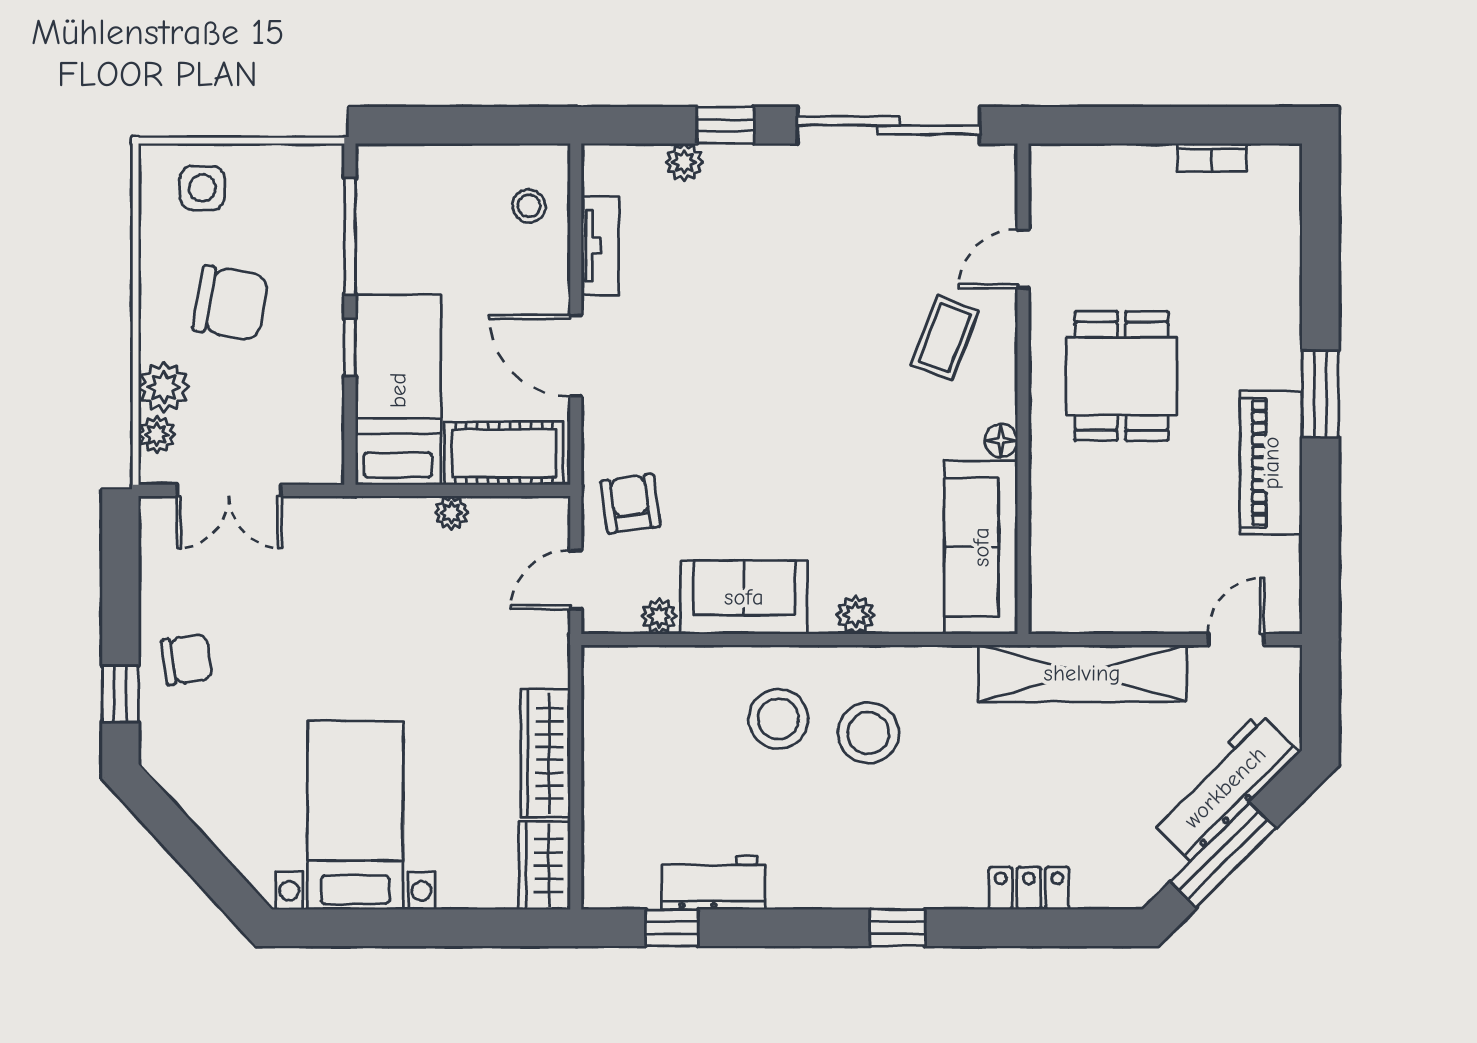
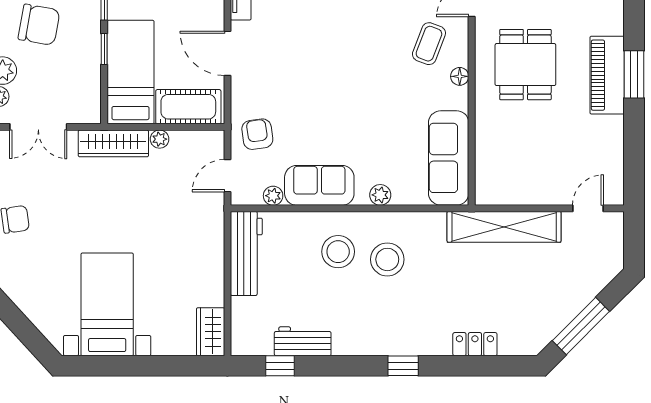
floor lamp: (1001, 440) -> (460, 76), moved
piano: (1271, 463) -> (607, 75), moved
wardrobe: (546, 753) -> (113, 143), moved, turned -90
workbench: (1225, 787) -> (246, 253), moved, turned 135

